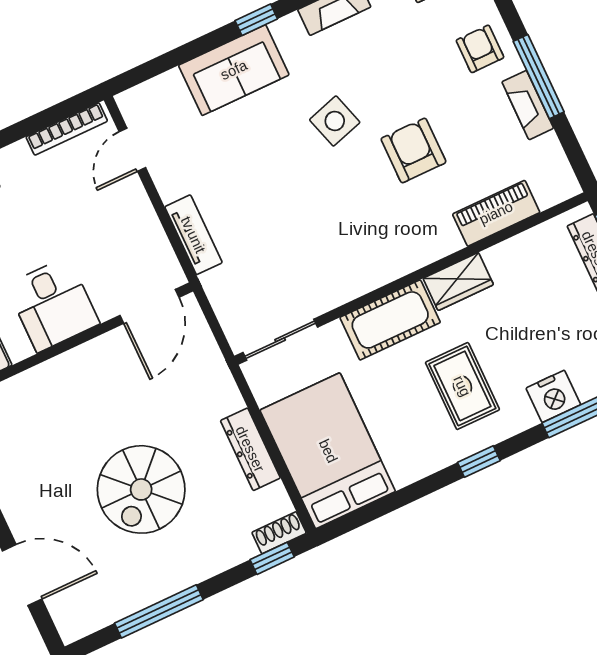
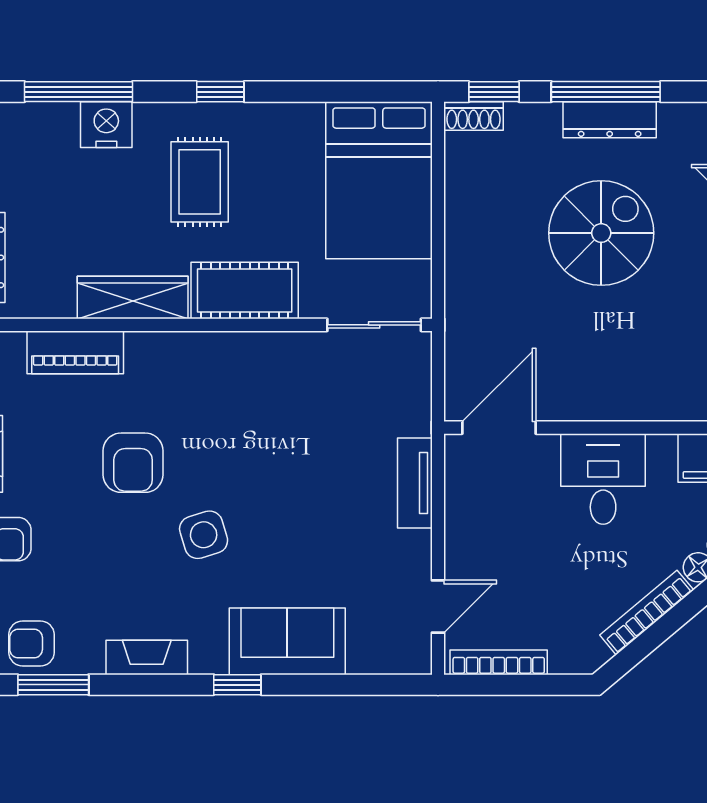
wardrobe: (458, 281) -> (133, 298), width x1.50
dresser: (250, 449) -> (610, 120), moved, turned 90
window: (159, 611) -> (606, 92), moved

